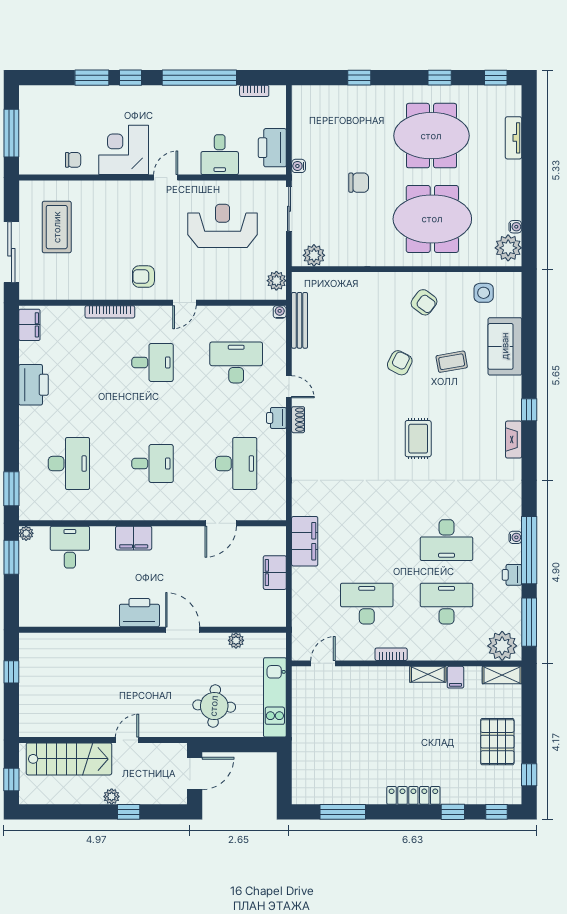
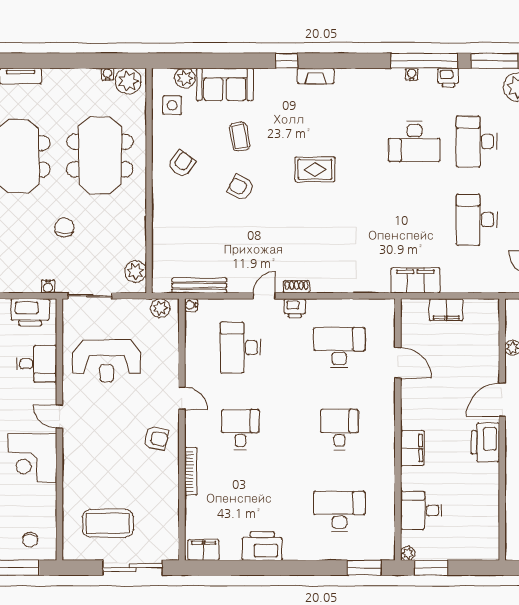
chair: (73, 160) -> (30, 540), moved, turned 180
reception desk: (223, 226) -> (107, 361), turned -90
armchair: (143, 277) -> (156, 438), turned -79
plant: (511, 306) -> (185, 78), added
desk: (447, 540) -> (414, 142), turned 90

